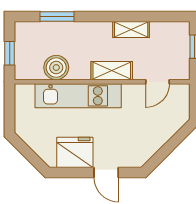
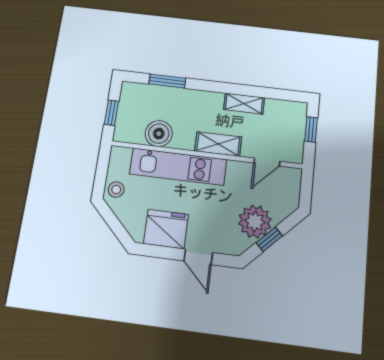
stool: (25, 123) -> (116, 190), added
plant: (152, 136) -> (255, 221), added
window: (166, 150) -> (269, 239), added

